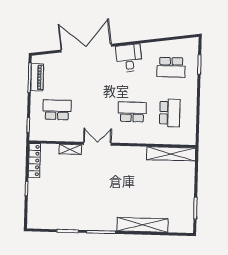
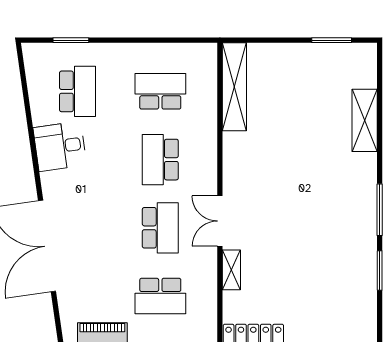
desk: (129, 58) -> (60, 146), moved
school desk: (57, 110) -> (160, 296), turned -90
school desk: (95, 111) -> (160, 228), added
shelving: (143, 225) -> (365, 120), width x0.68

